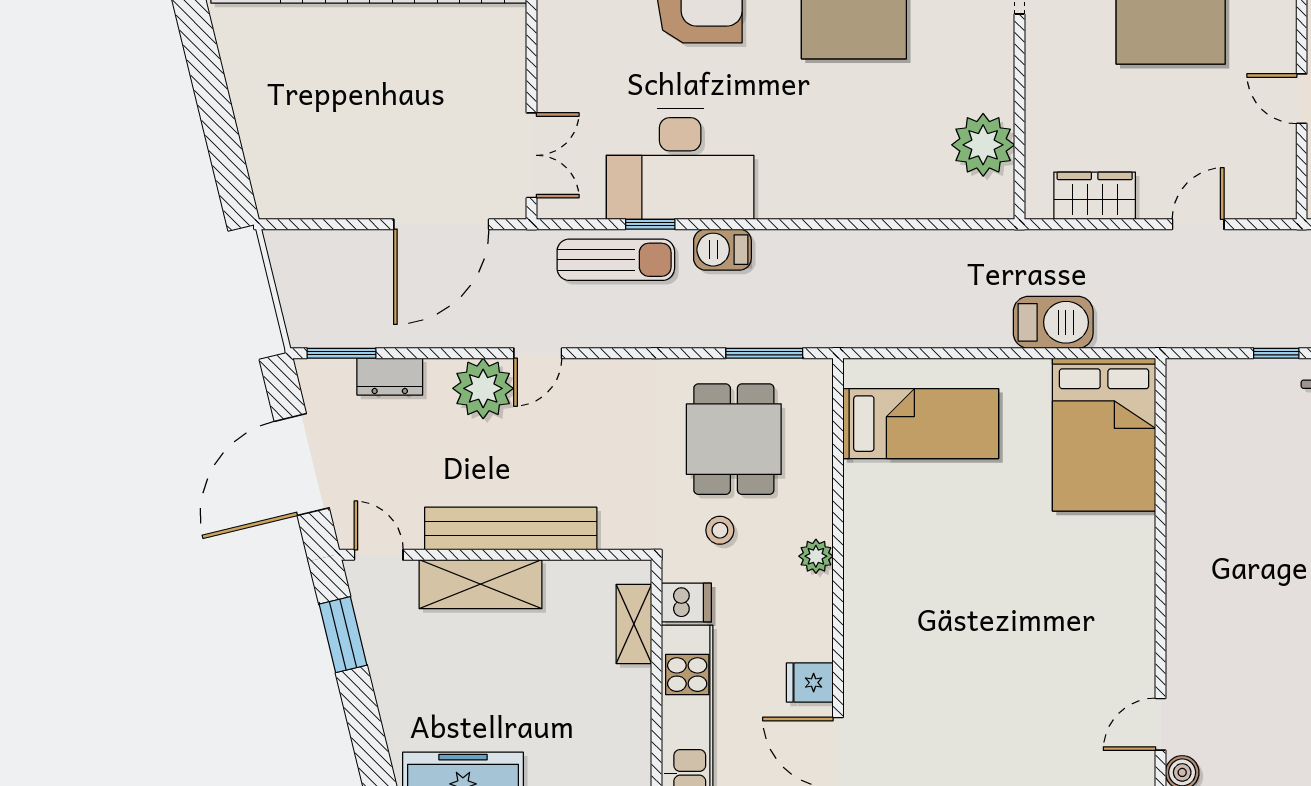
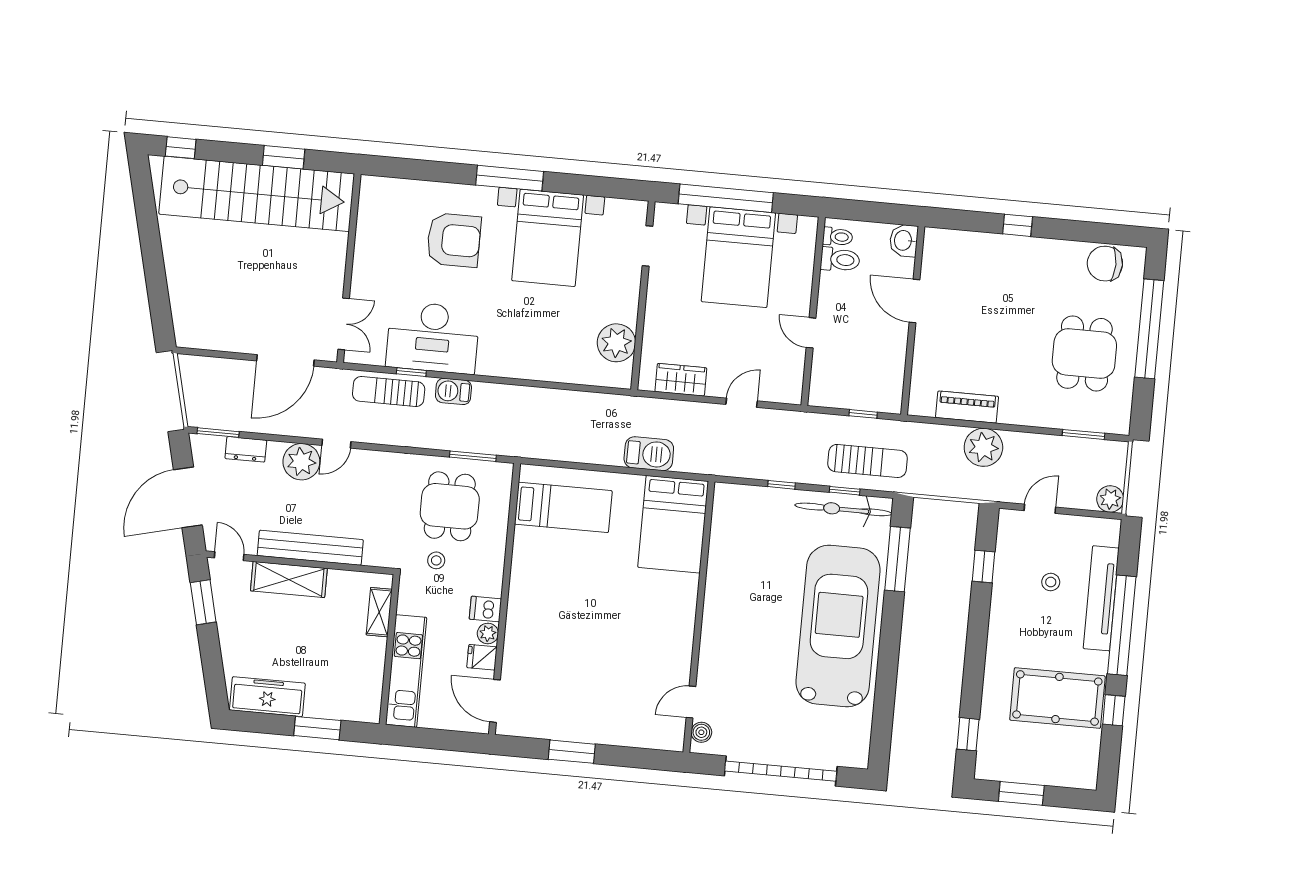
sun lounger: (616, 260) -> (389, 392), turned 180
plant: (816, 556) -> (488, 633), moved
dishwasher: (686, 603) -> (485, 609), moved, turned 180

